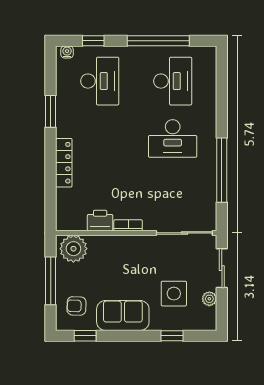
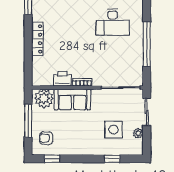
sofa: (123, 315) -> (72, 99), moved, turned 180

